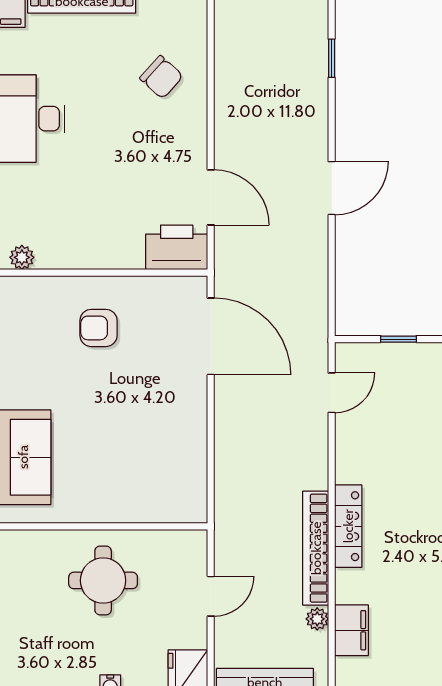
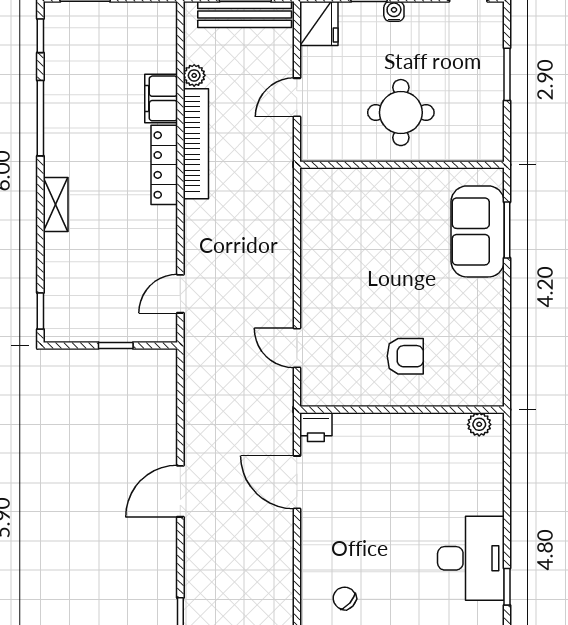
chair: (161, 77) -> (345, 598), width x0.73, depth x0.73
printer: (177, 247) -> (316, 427), width x0.53, depth x0.68
door: (211, 336) -> (297, 348), width x0.53
filing cabinet: (351, 630) -> (161, 98), moved

